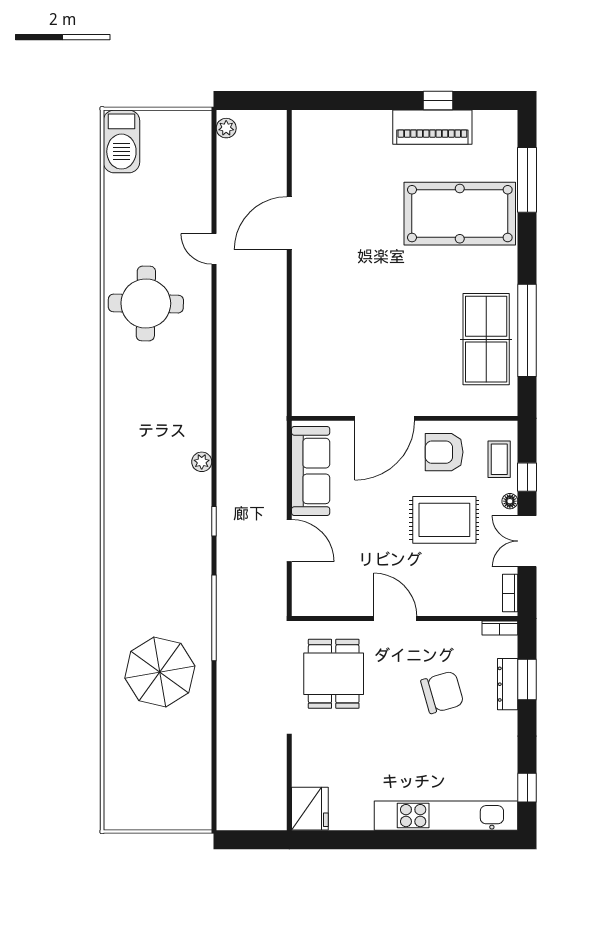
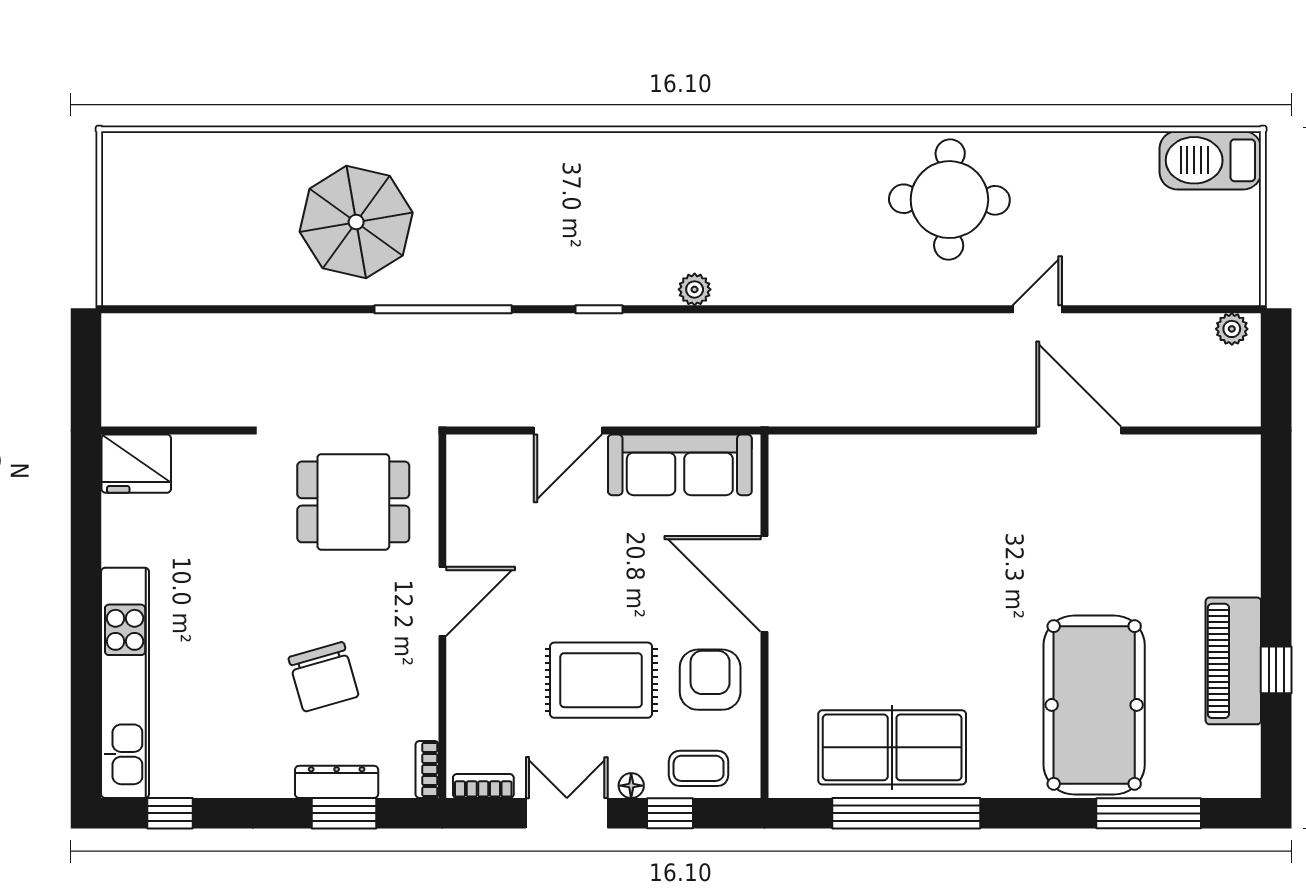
rug: (444, 520) -> (601, 680), turned 90

